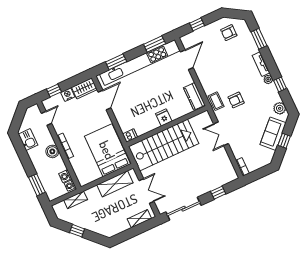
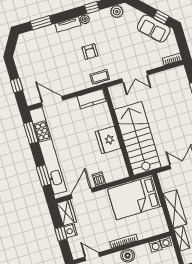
armchair: (229, 33) -> (30, 53), removed
window: (54, 90) -> (61, 234), moved
door: (104, 100) -> (82, 193), hinge flipped
armchair: (236, 100) -> (90, 52), moved
fridge: (164, 117) -> (108, 140), width x1.88, depth x1.34
sofa: (273, 134) -> (154, 29), moved
dishwasher: (130, 136) -> (99, 179), moved
window: (284, 141) -> (161, 17), moved
shelving: (115, 184) -> (175, 209), moved

